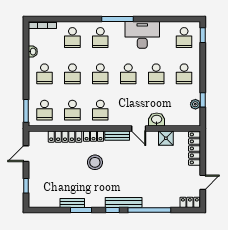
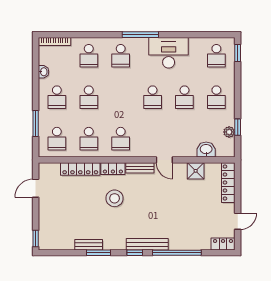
school desk: (100, 74) -> (121, 97), removed
window: (26, 111) -> (36, 124), moved
washbasin: (157, 120) -> (206, 150), moved
window: (26, 186) -> (36, 238), moved

